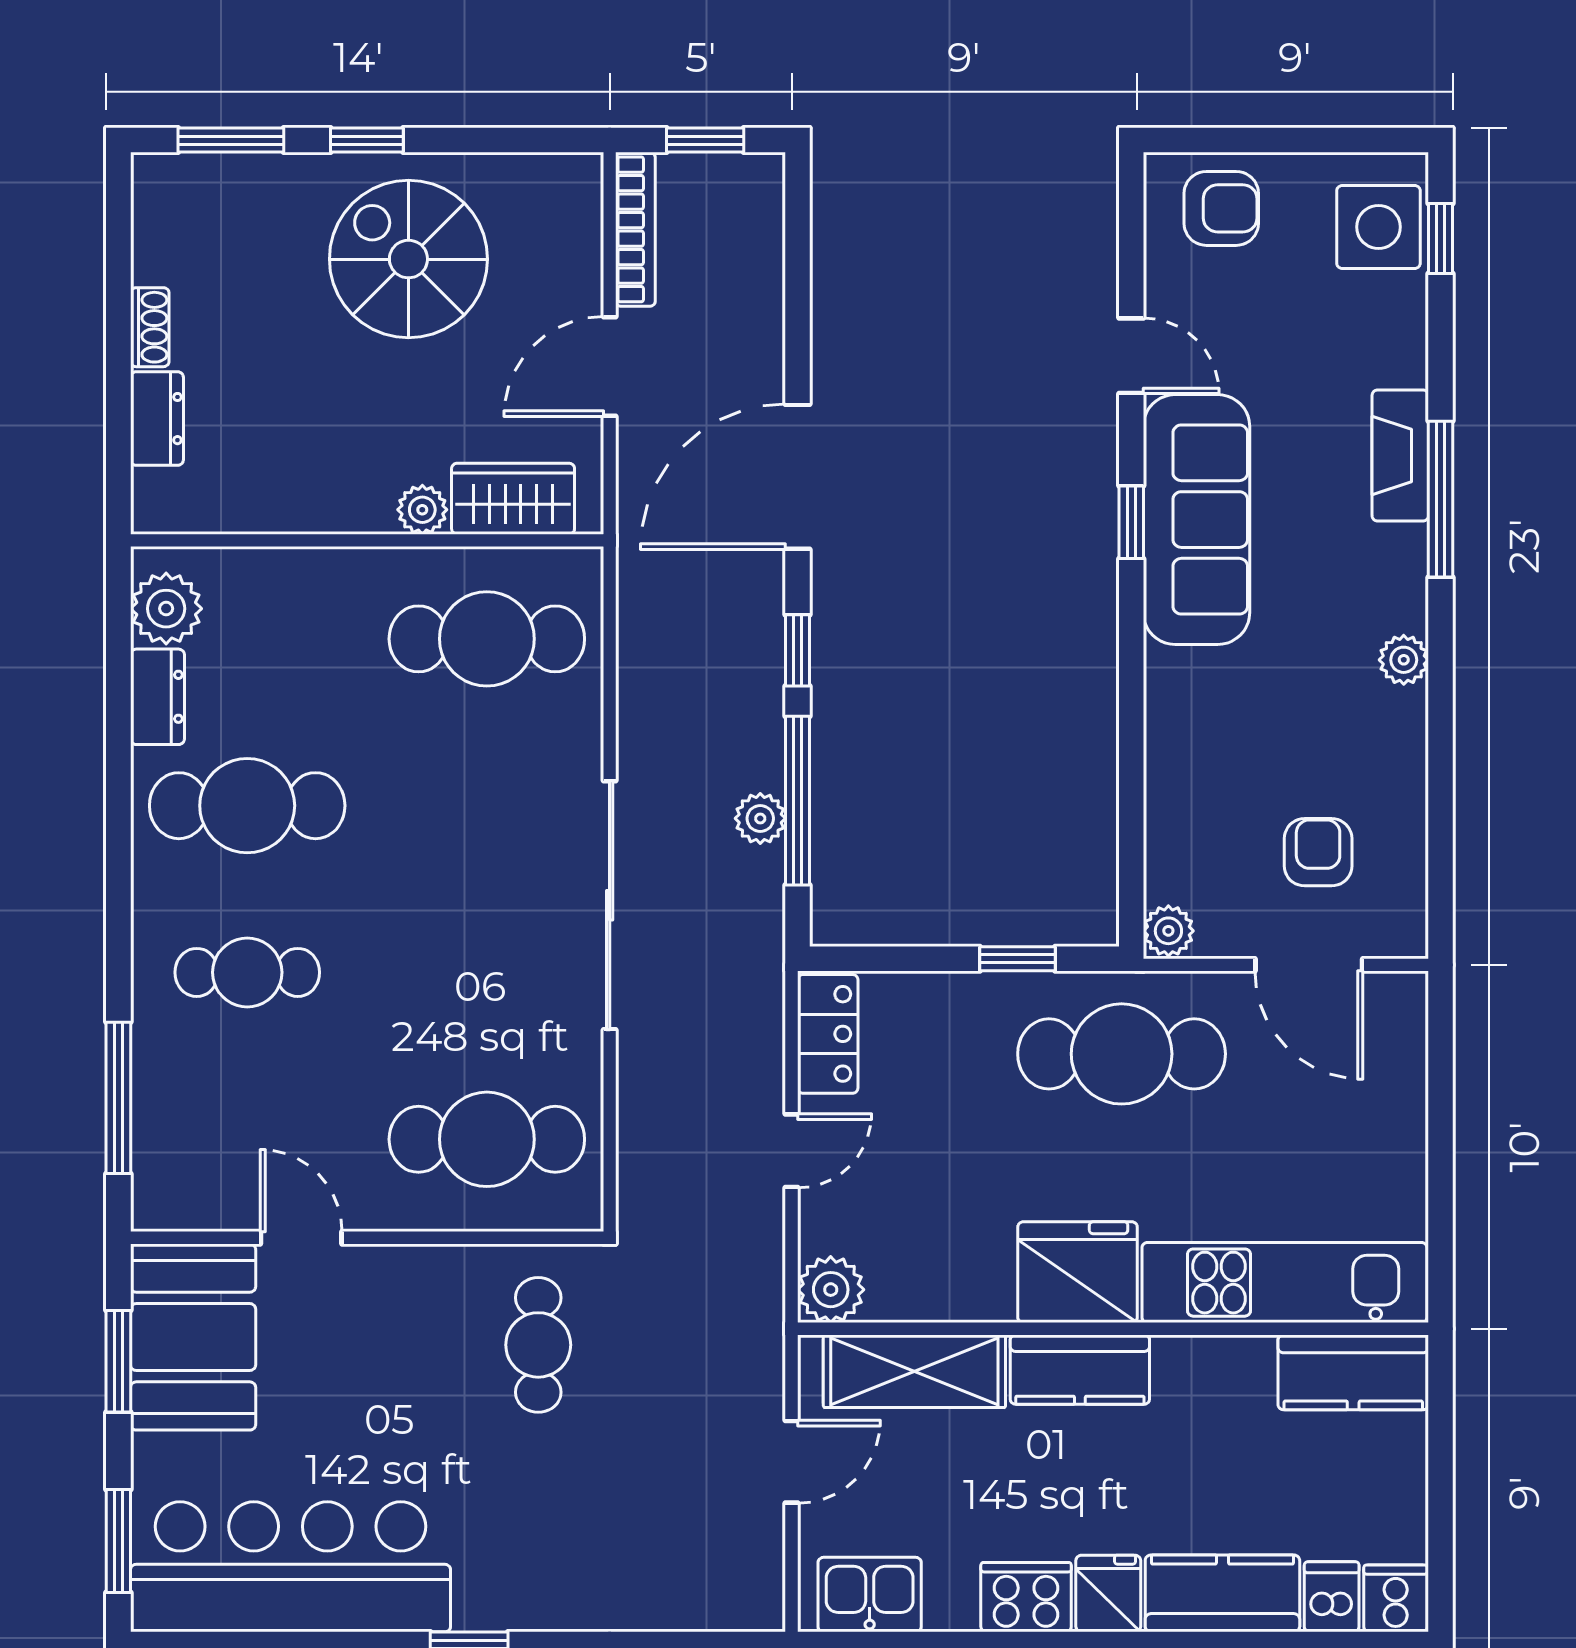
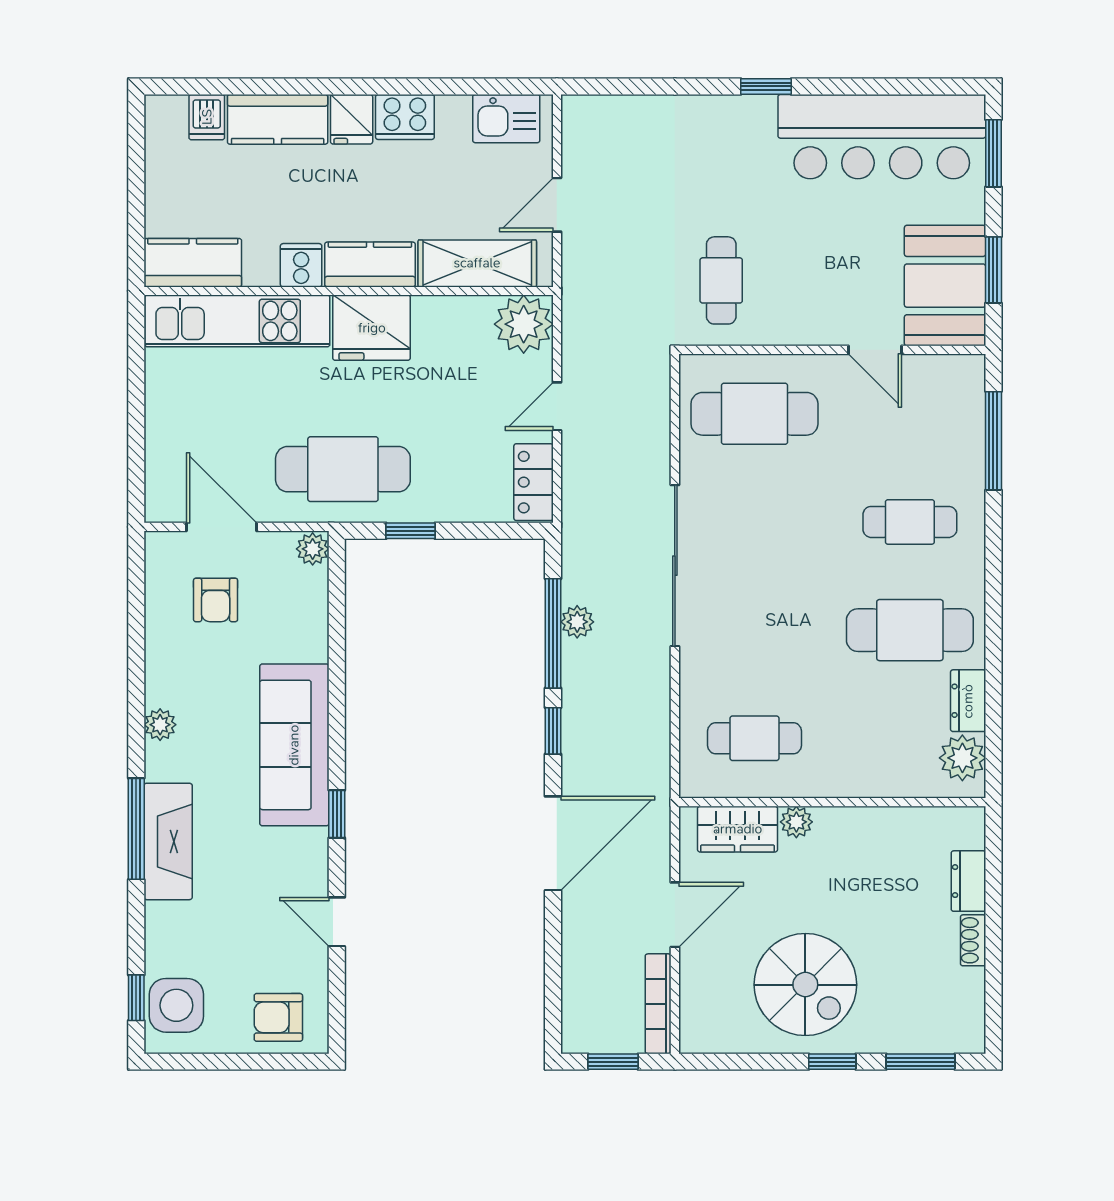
fireplace: (1400, 455) -> (168, 841), width x1.37, depth x1.32
sofa: (1196, 520) -> (294, 745), moved
cafe table: (487, 639) -> (754, 738), width x0.73, depth x0.74
plant: (831, 1290) -> (524, 324), width x1.36, depth x1.36
cooker: (1396, 1598) -> (301, 265), moved, turned 180

